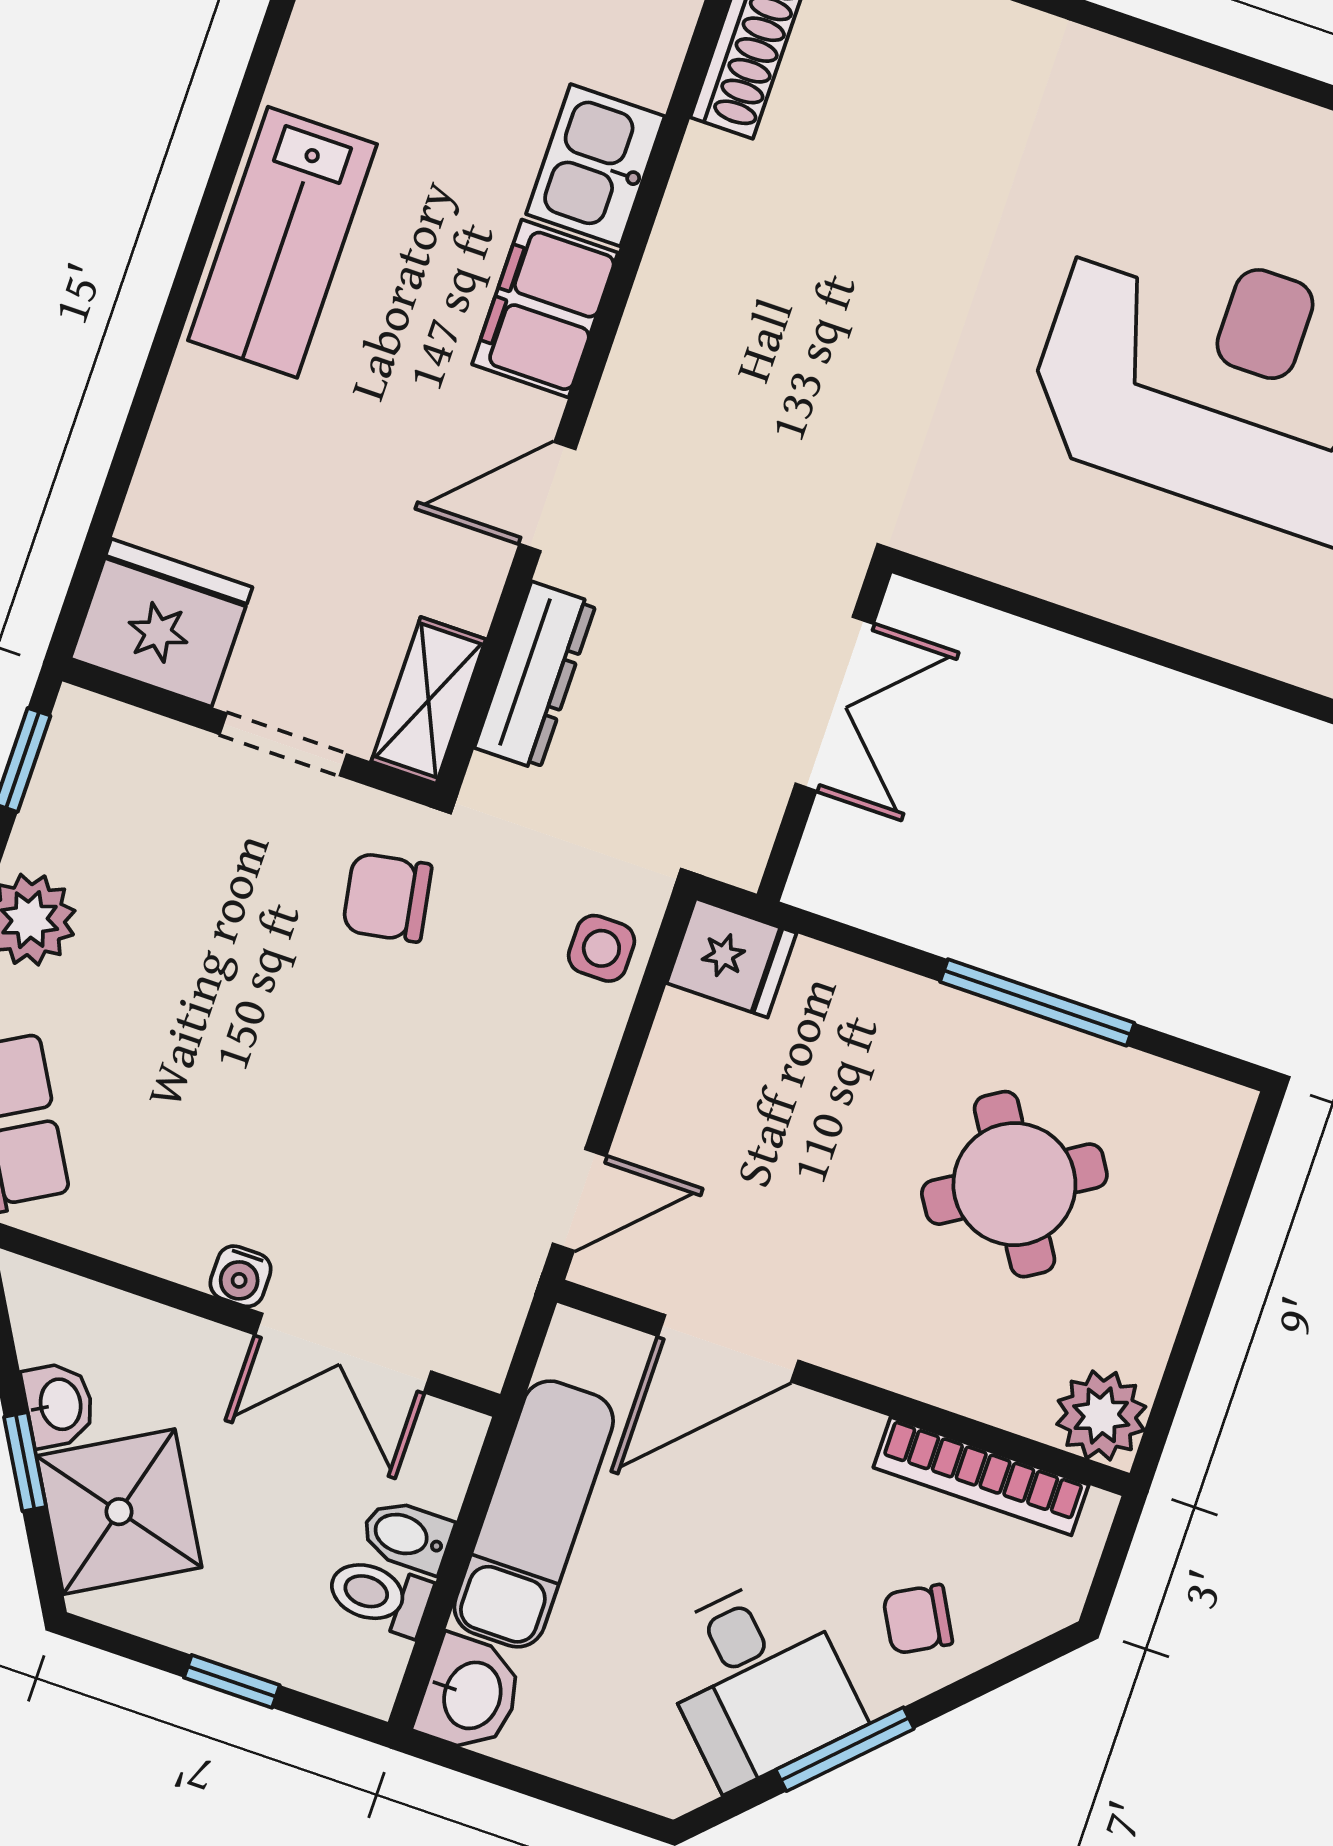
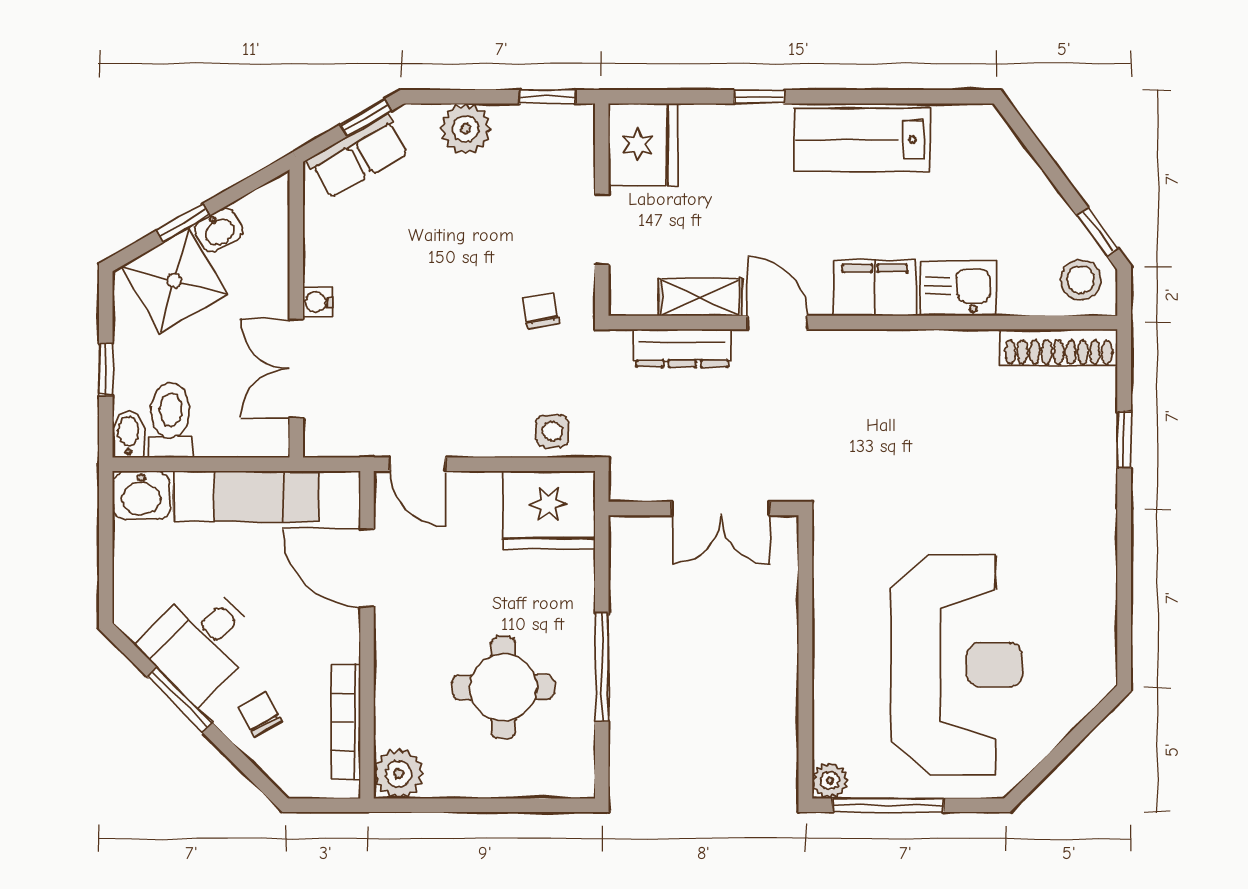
window: (148, 395) -> (759, 97), added
shelving: (429, 700) -> (700, 297), moved
chair: (387, 897) -> (541, 311), width x0.73, depth x0.73
fridge: (732, 958) -> (549, 510), width x1.88, depth x1.34
round table: (1014, 1184) -> (503, 687), turned 32
bidet: (407, 1536) -> (128, 434), moved
toilet: (379, 1596) -> (170, 420), width x1.37, depth x1.39

